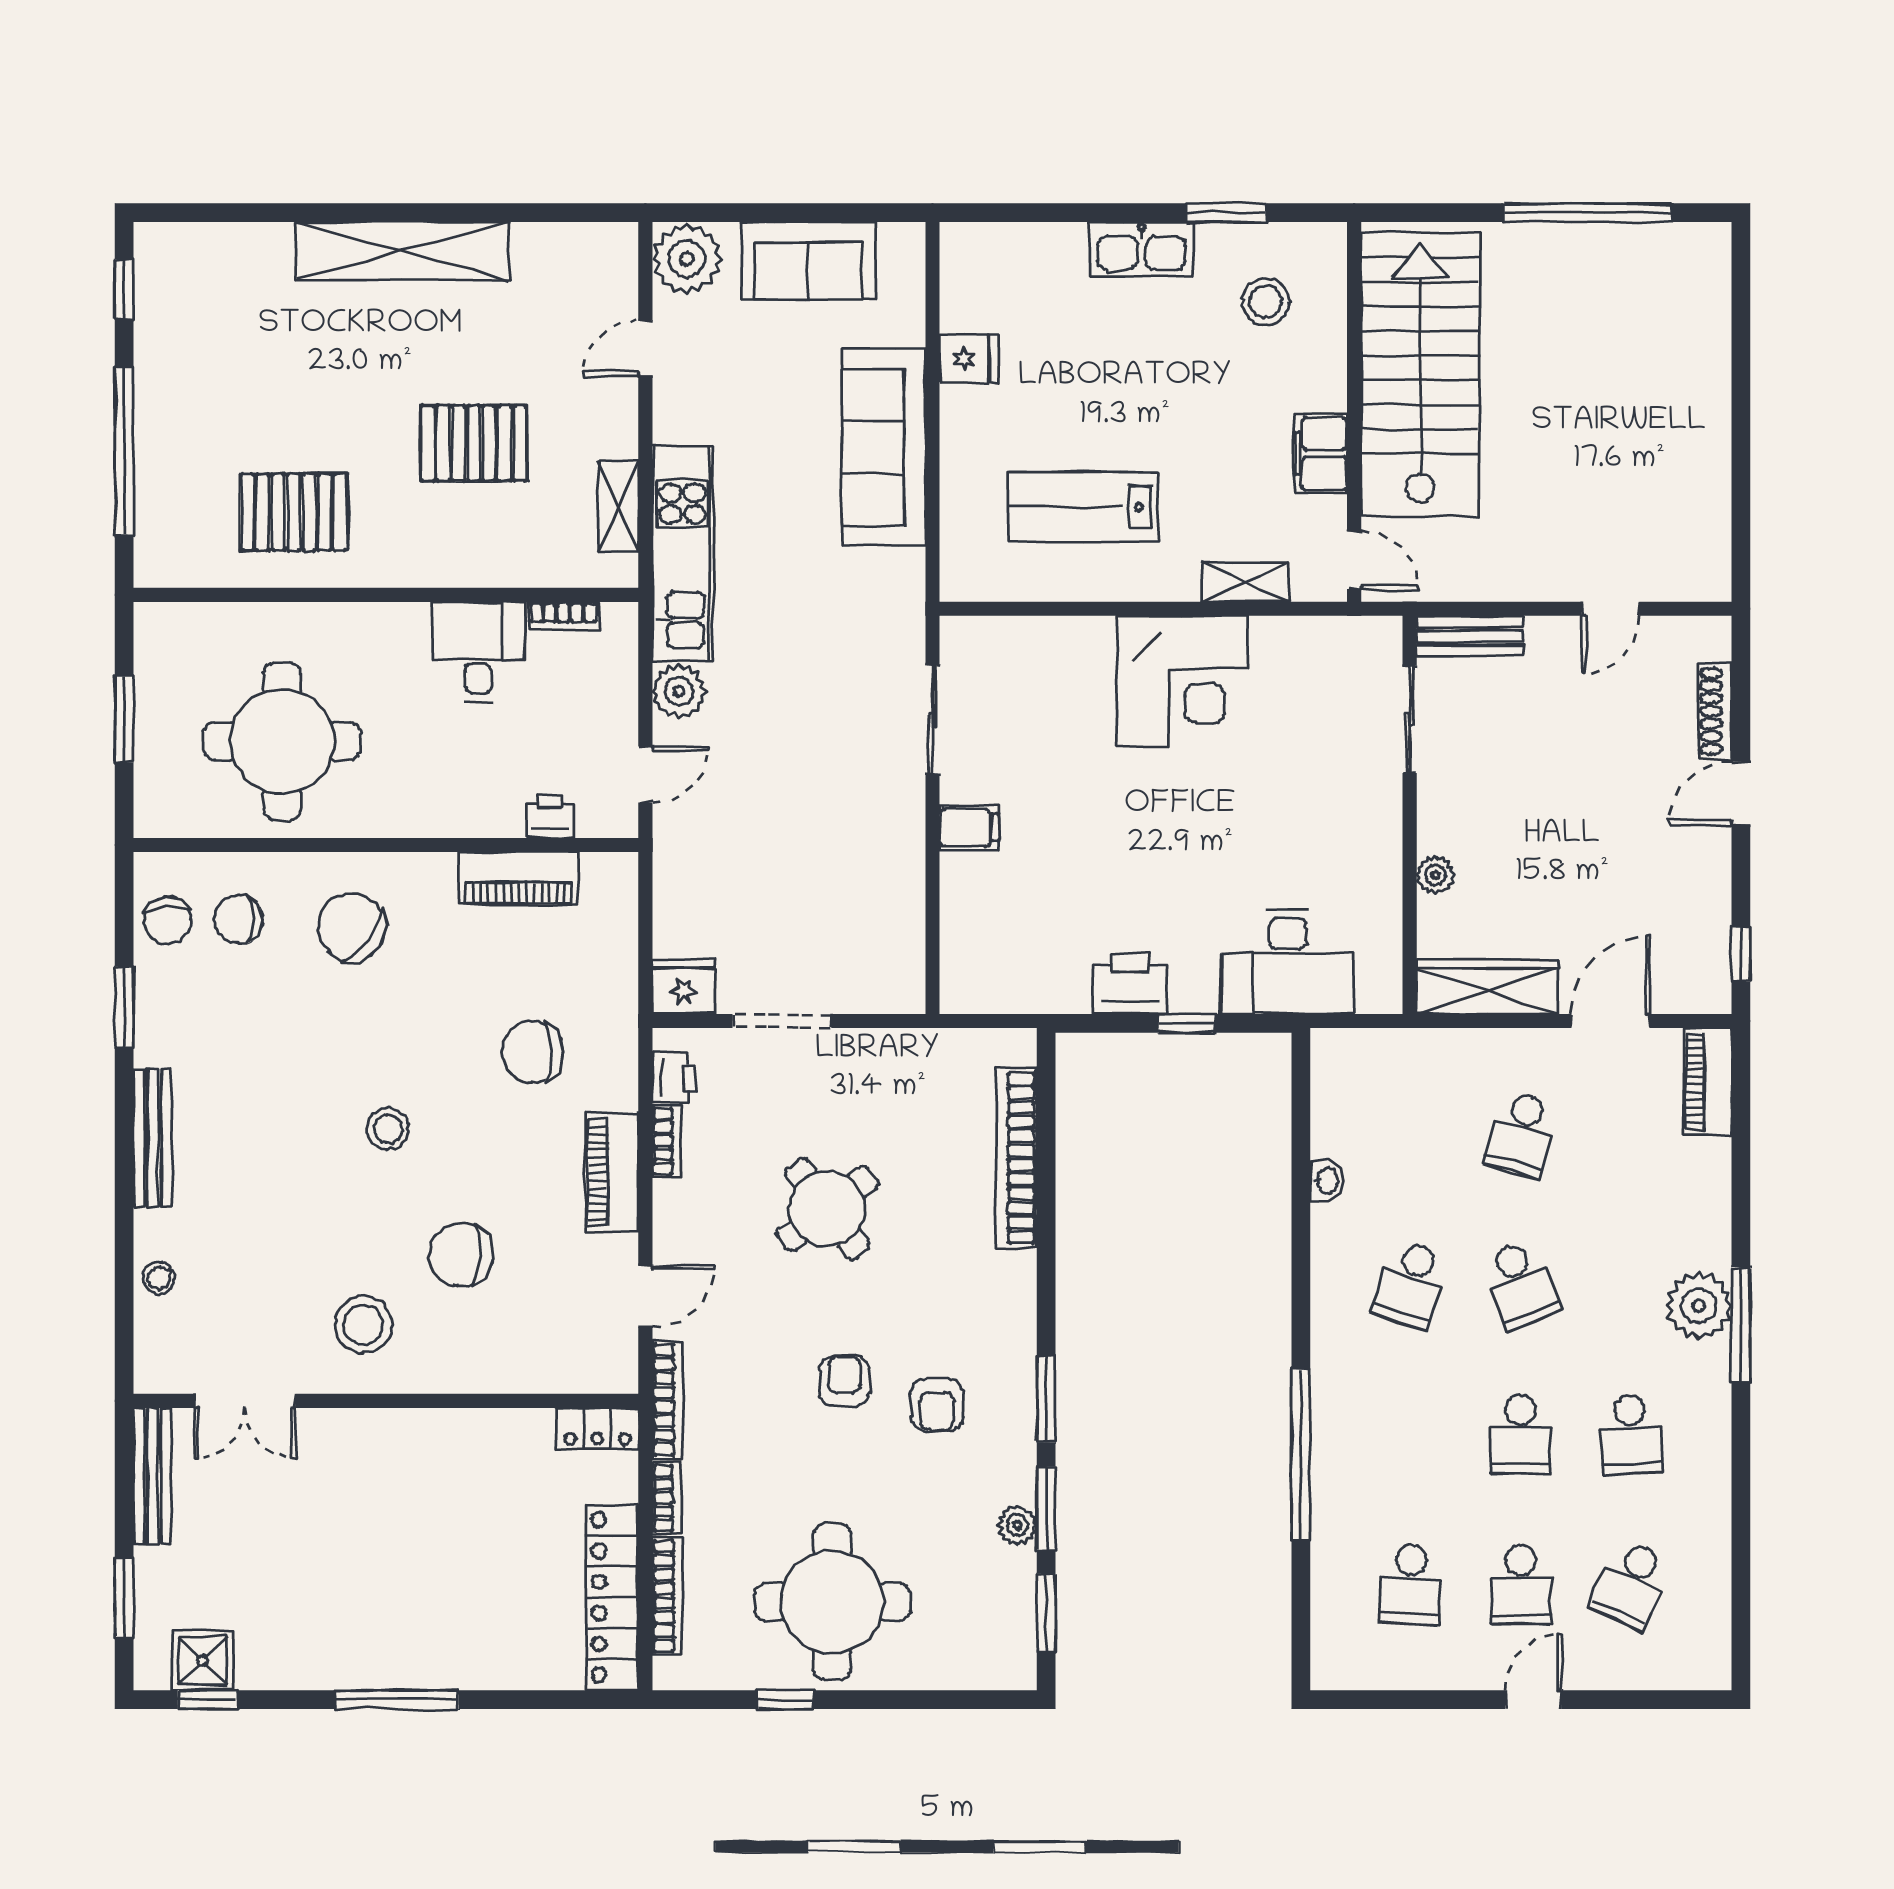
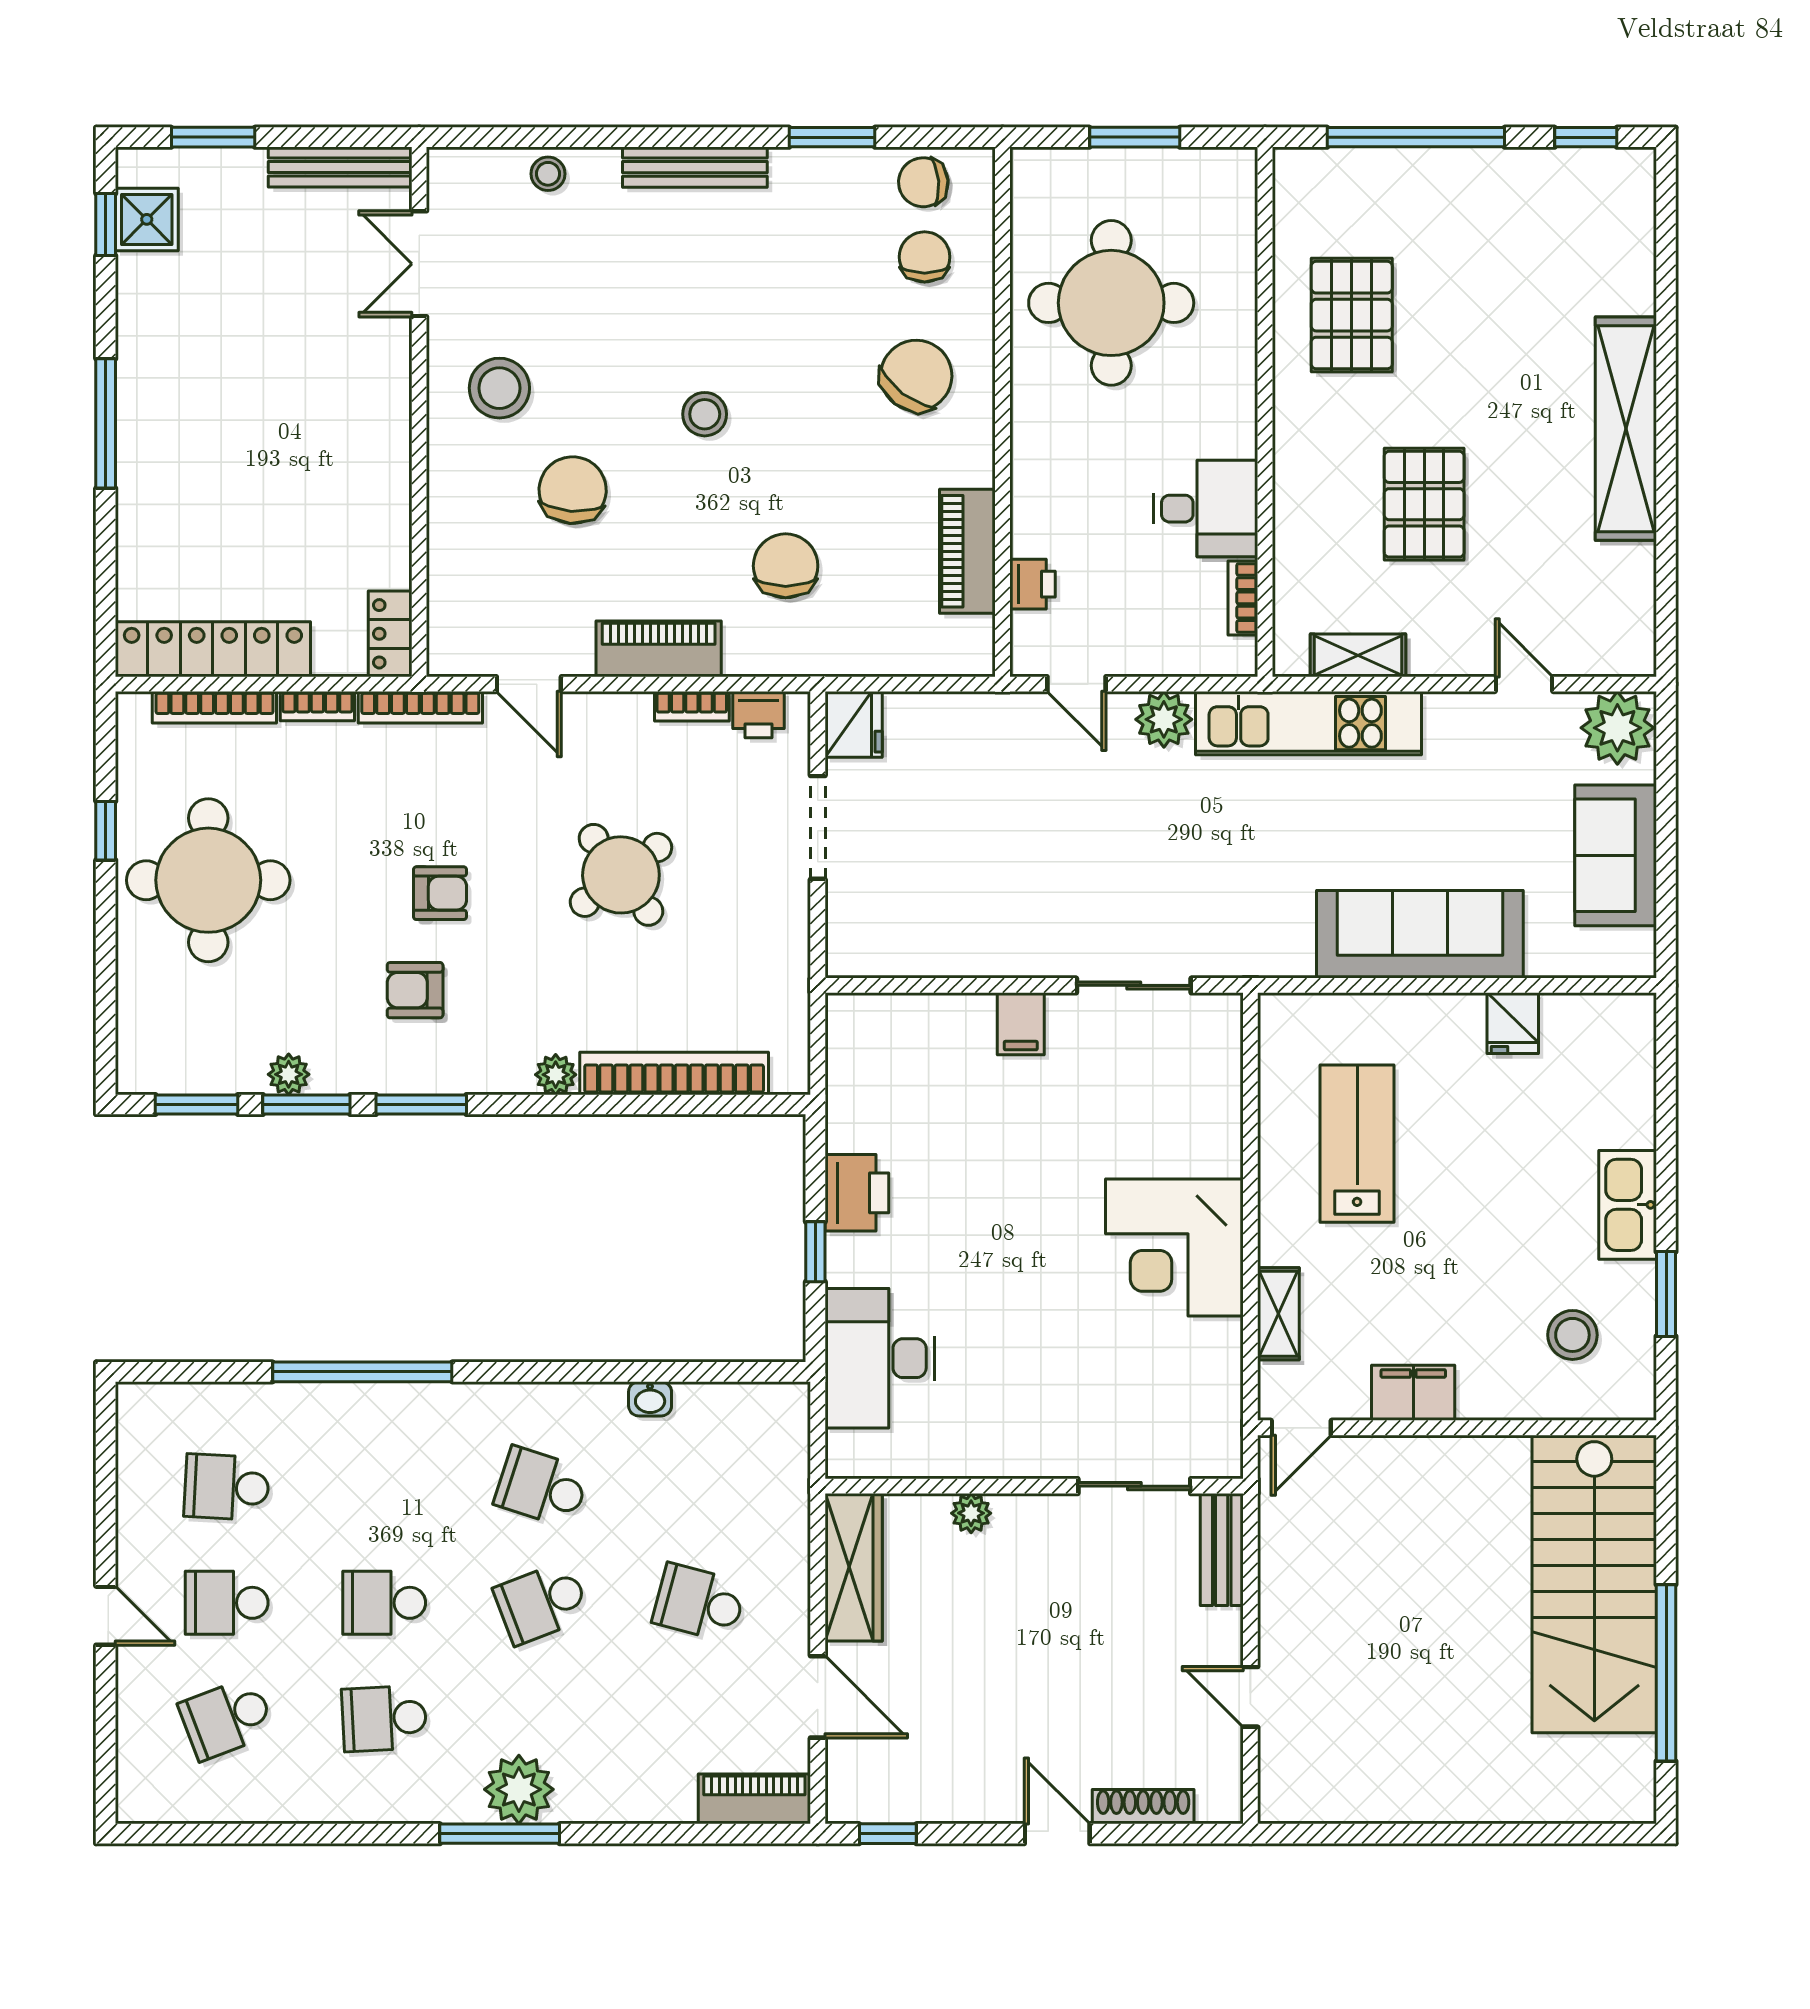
stairs: (1420, 375) -> (1594, 1584), moved, turned 90
plant: (1017, 1271) -> (556, 1075), added
school desk: (1631, 1584) -> (227, 1718), turned -45

